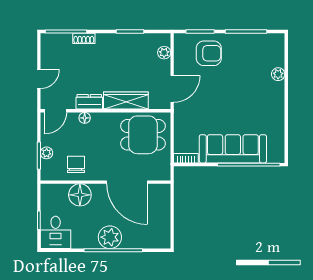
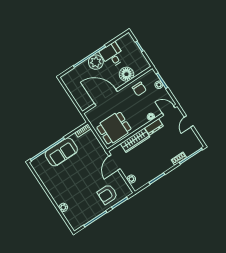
door: (56, 111) -> (169, 110), hinge flipped
sofa: (233, 149) -> (61, 152), width x0.73
desk: (56, 232) -> (112, 55), moved

